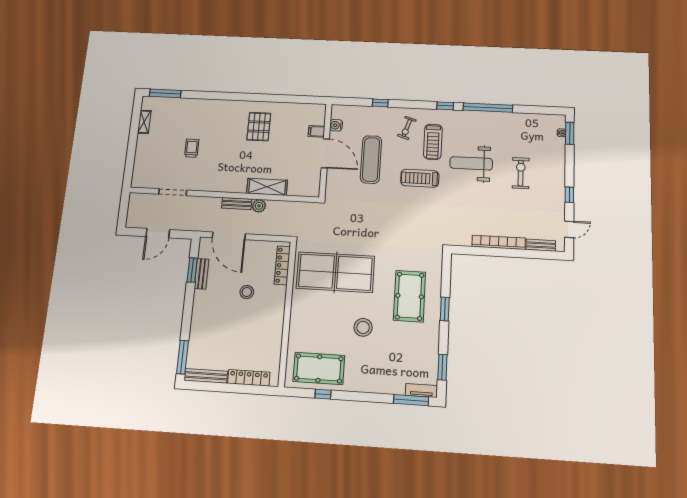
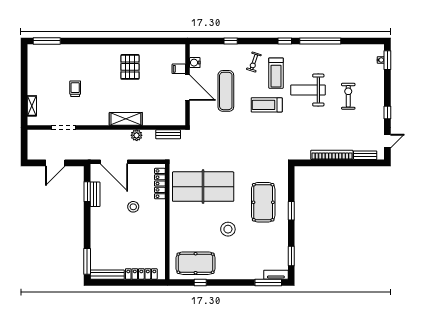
shelving: (144, 122) -> (32, 106), moved
shelving: (267, 187) -> (126, 119), moved
bench: (237, 203) -> (168, 134), moved

